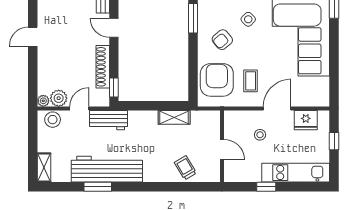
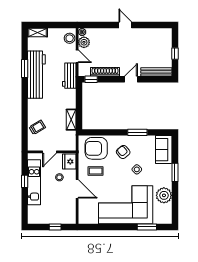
armchair: (217, 80) -> (96, 148), turned 180
fridge: (306, 120) -> (69, 161), moved
kitchen unit: (296, 173) -> (34, 182), moved

